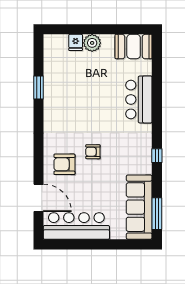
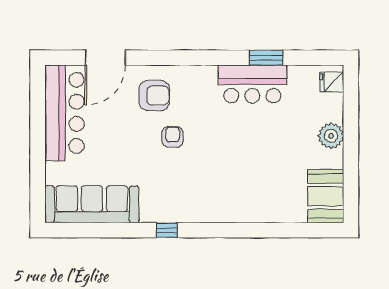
fridge: (76, 42) -> (332, 82), moved
bar counter: (139, 99) -> (252, 84), moved, turned 180
armchair: (64, 164) -> (154, 95), turned 90
window: (157, 214) -> (82, 230), removed

